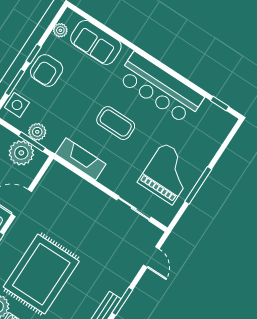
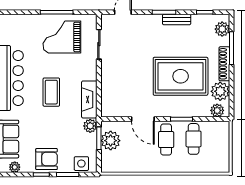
plant: (37, 132) -> (90, 126), moved

